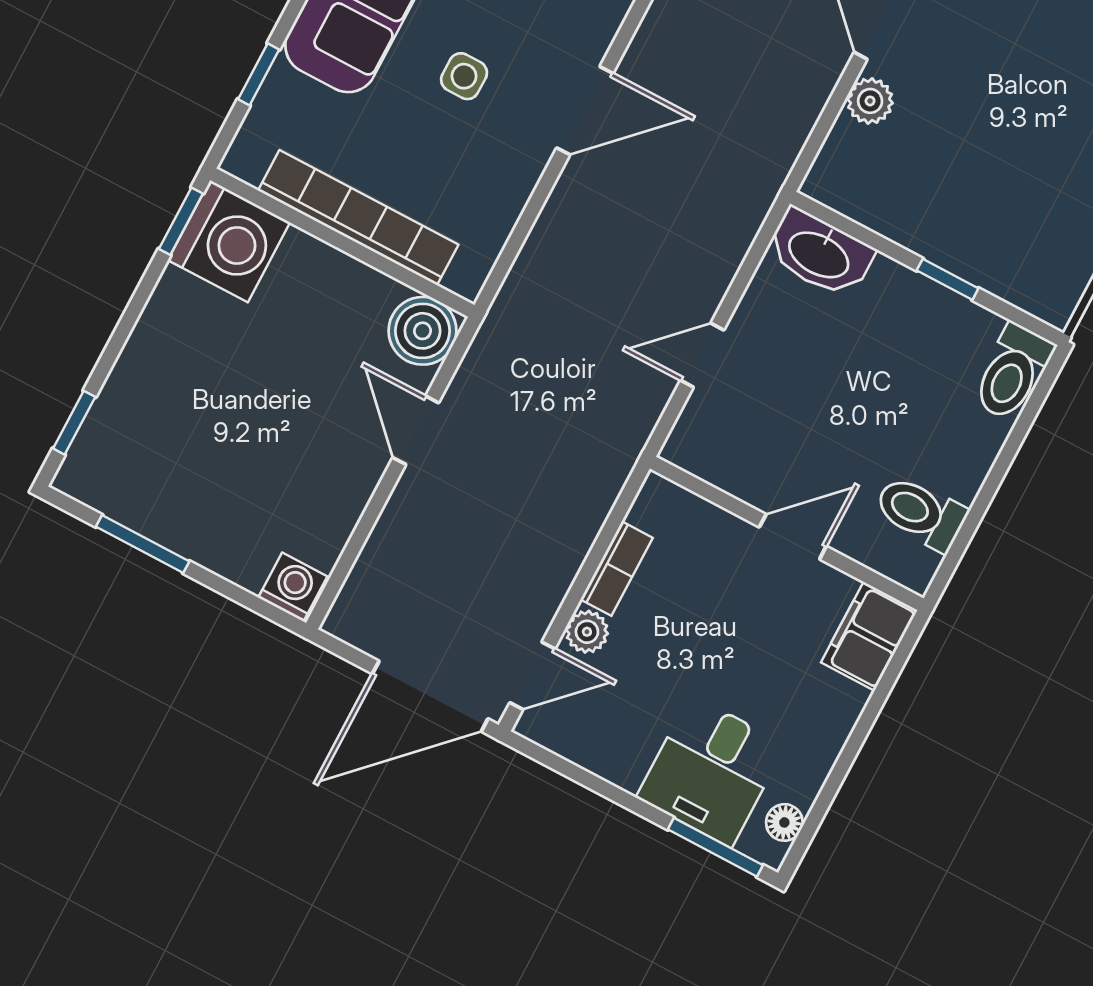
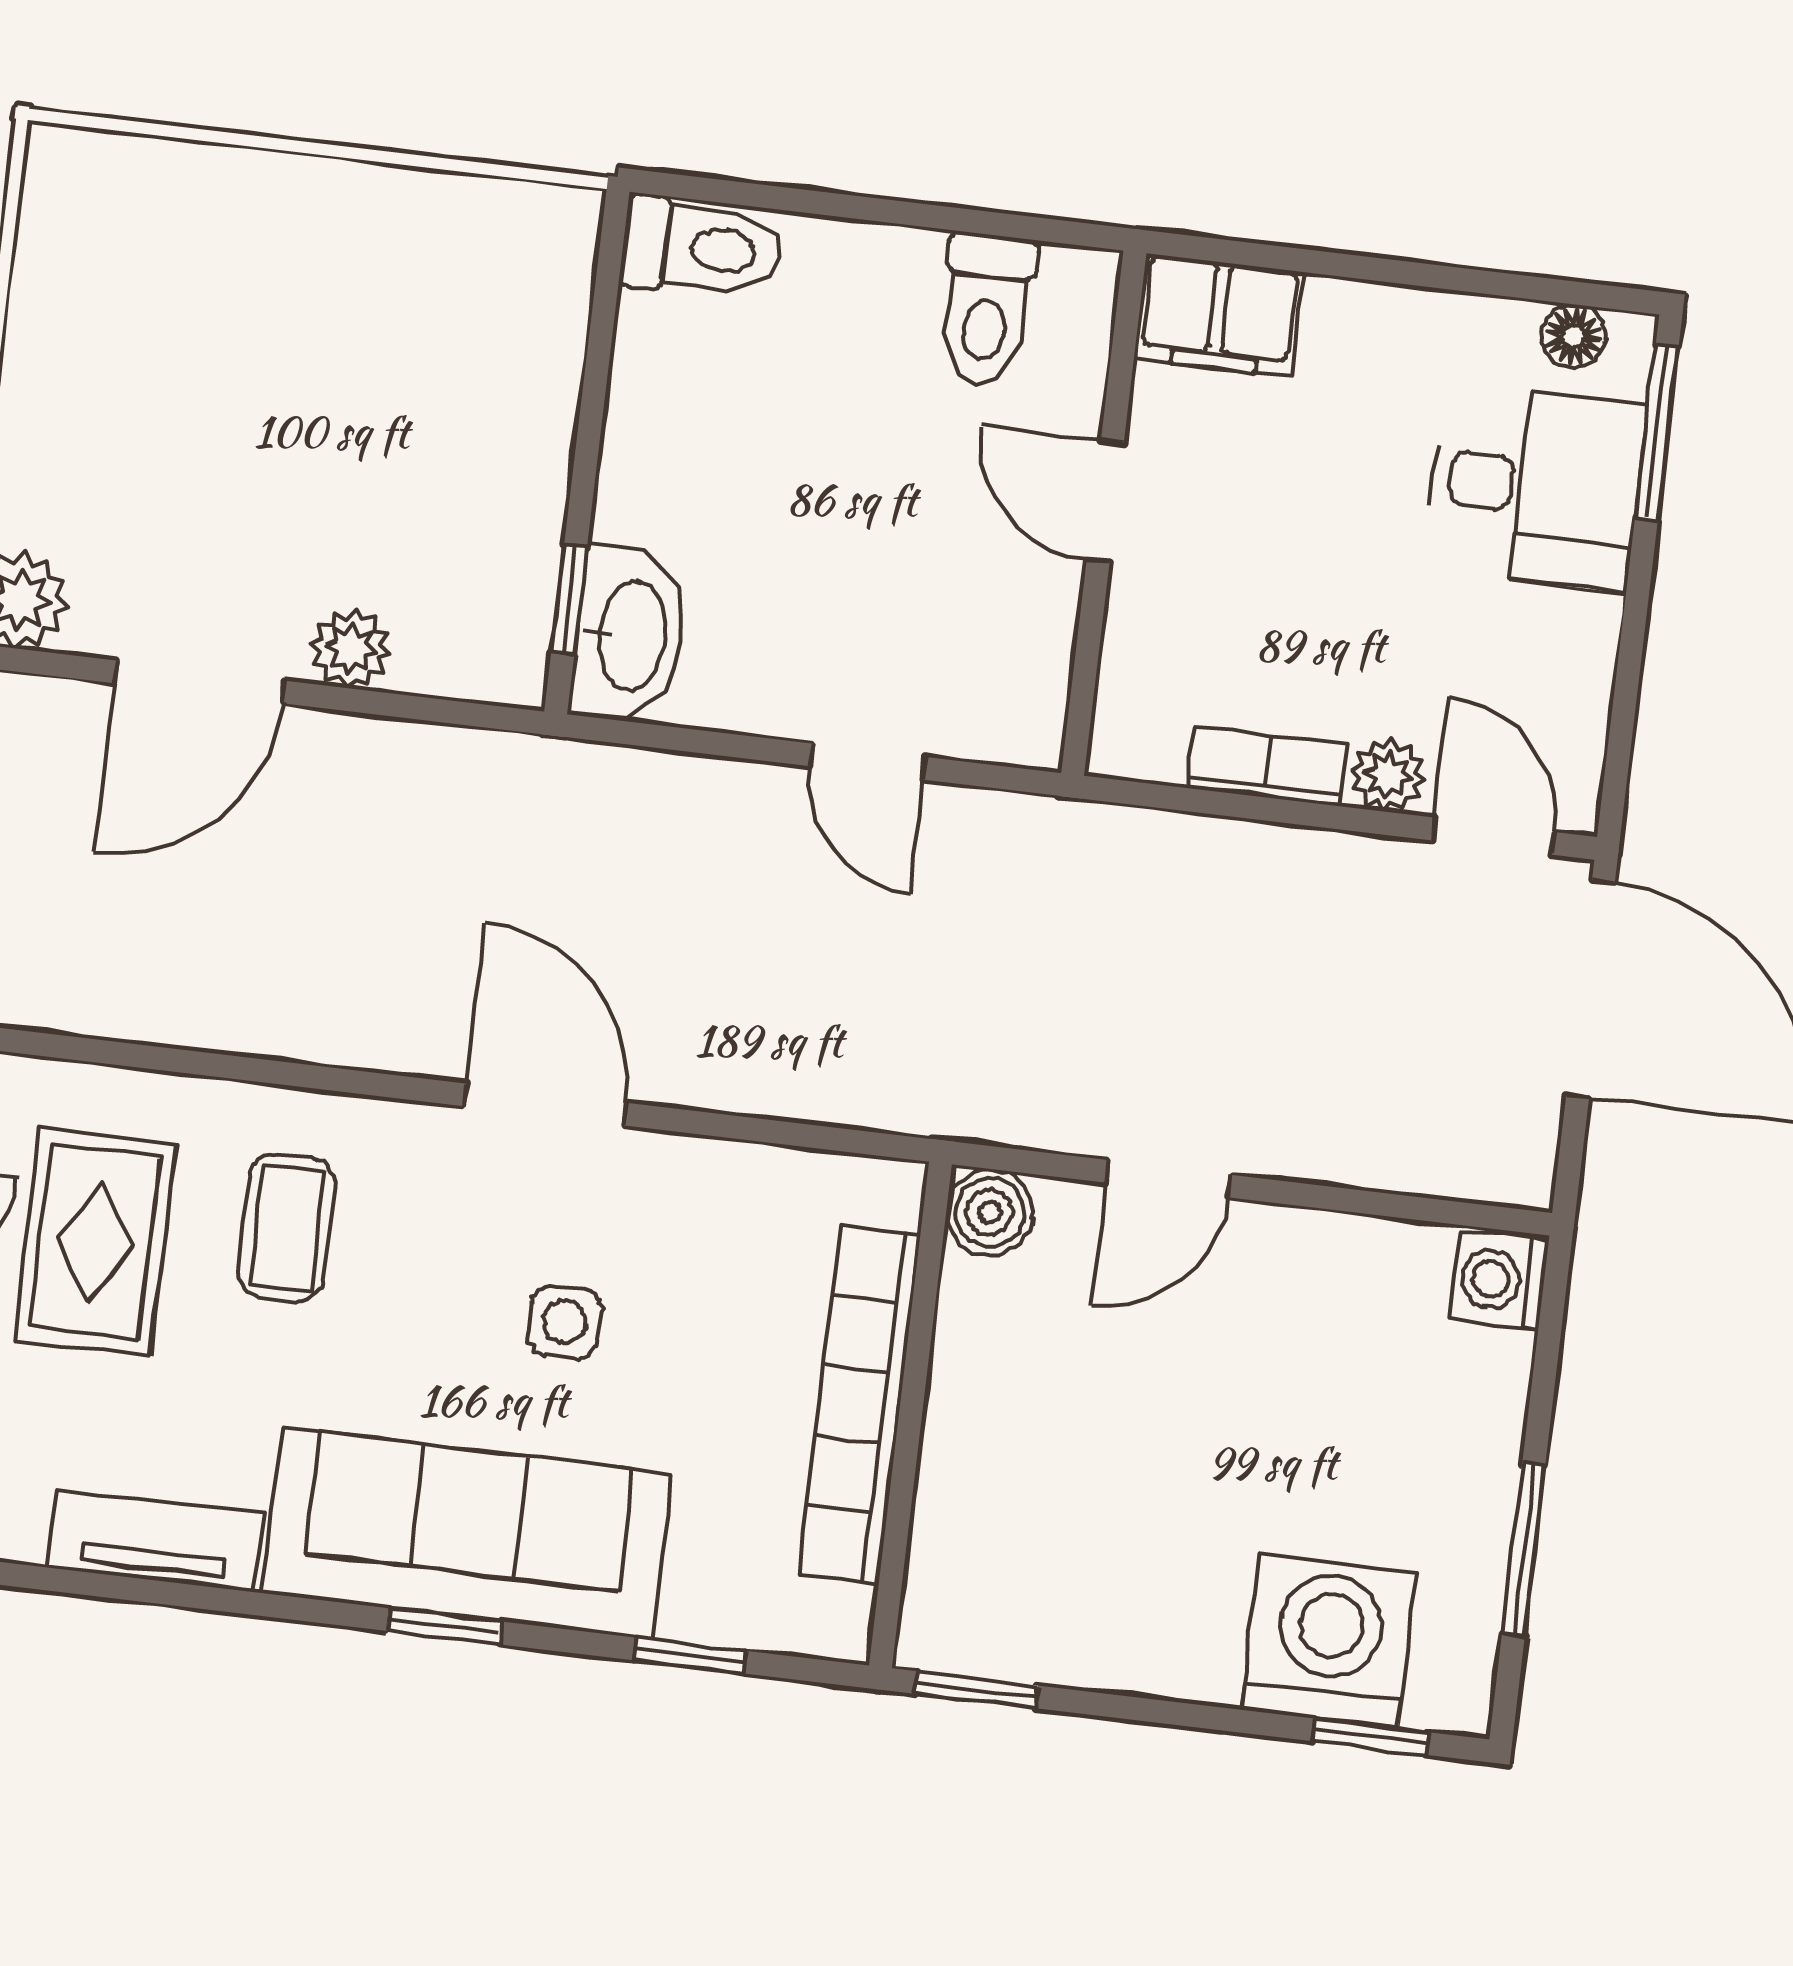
washing machine: (229, 241) -> (1329, 1641), moved
window: (948, 279) -> (569, 599), moved
boiler: (423, 331) -> (990, 1212), width x0.73, depth x0.73

